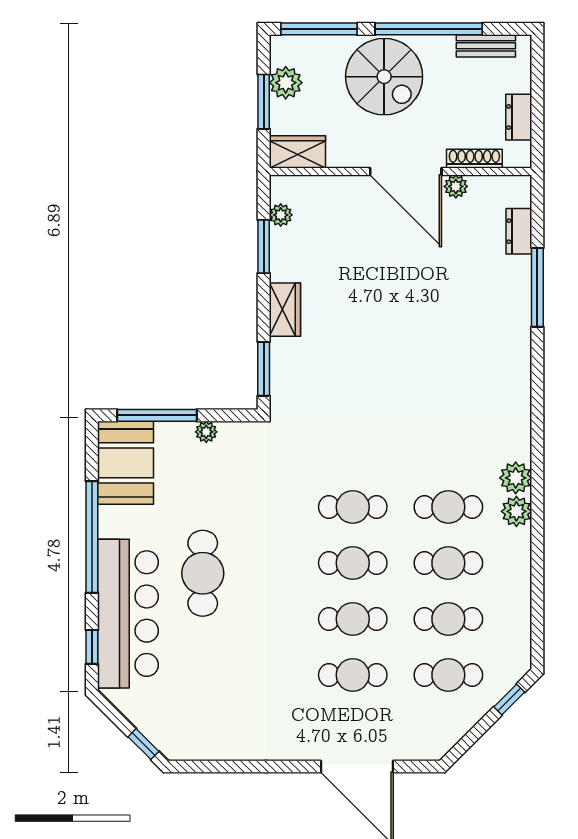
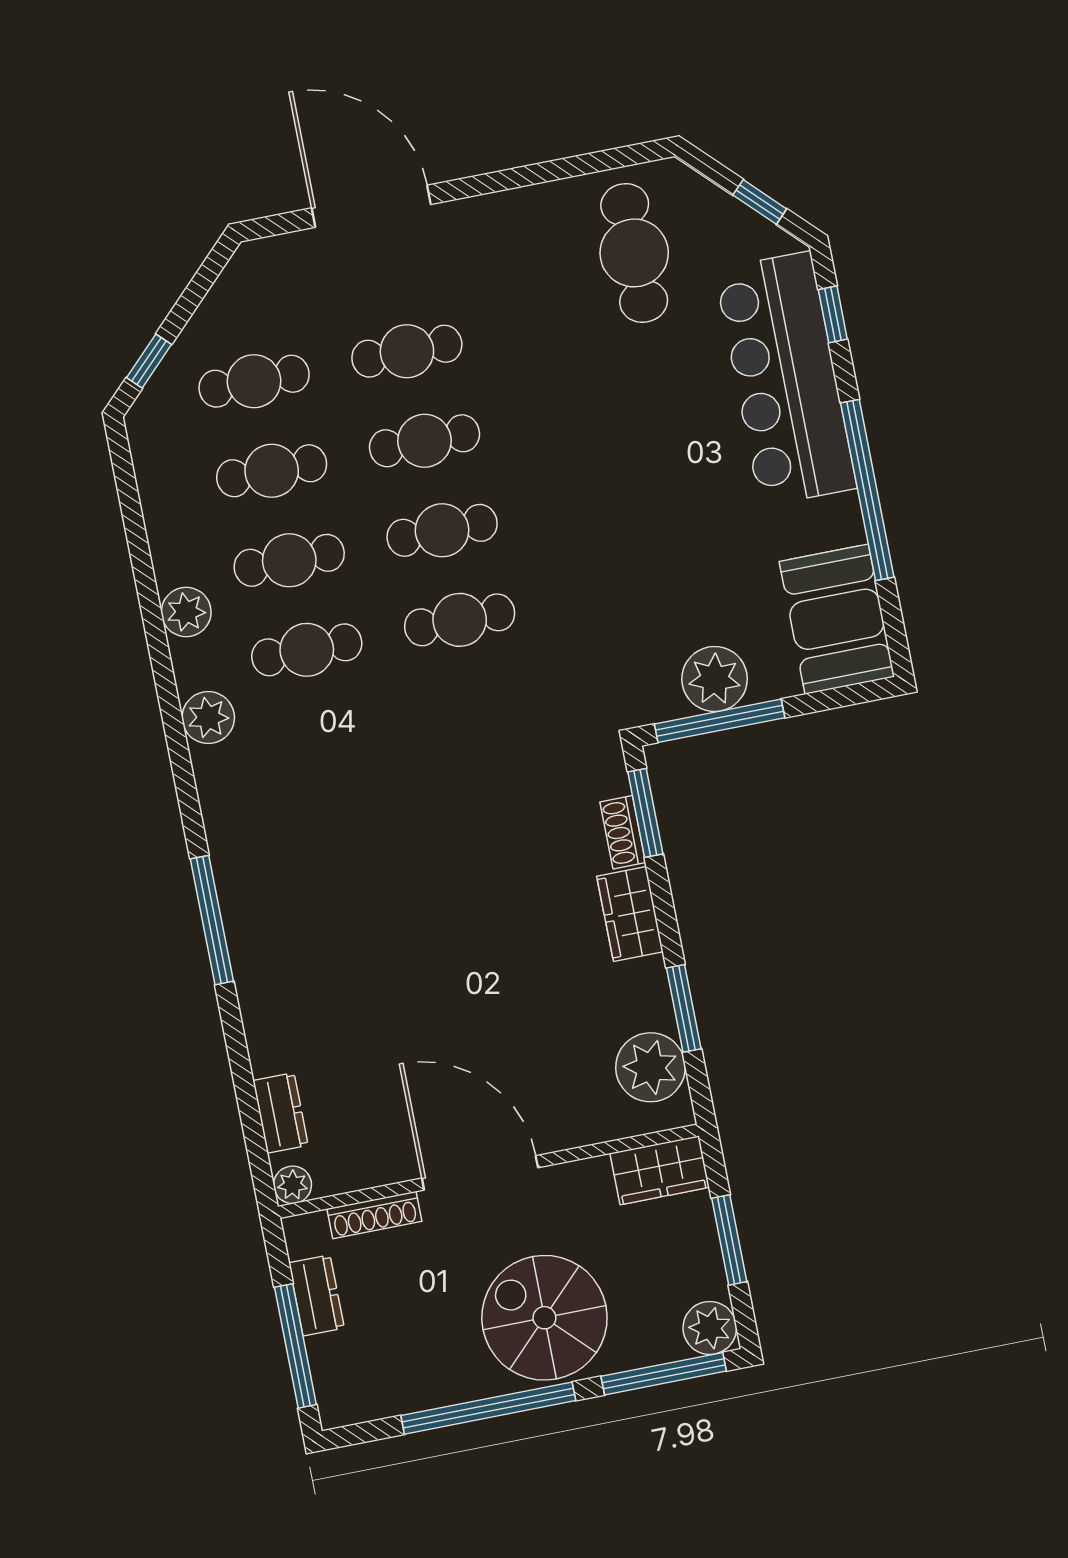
bench: (486, 46) -> (392, 1399), removed
plant: (286, 83) -> (710, 1328), moved
window: (537, 89) -> (295, 1346), added
plant: (456, 186) -> (293, 1185), moved
plant: (281, 215) -> (650, 1067), width x1.87, depth x1.87
window: (537, 287) -> (212, 920), moved
shoe rack: (280, 360) -> (623, 832), added
window: (157, 415) -> (720, 721), moved
plant: (206, 432) -> (715, 679), width x1.87, depth x1.87
plant: (516, 511) -> (186, 612), moved
cafe table: (203, 573) -> (634, 253), moved
window: (143, 744) -> (760, 202), moved

